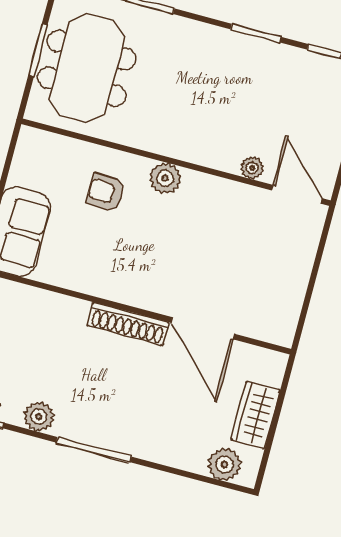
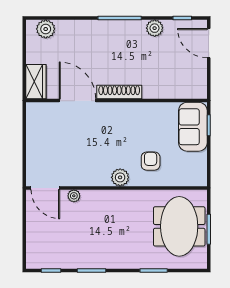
armchair: (106, 192) -> (151, 161), turned -93
wardrobe: (256, 415) -> (36, 82), moved

